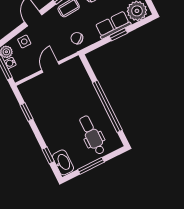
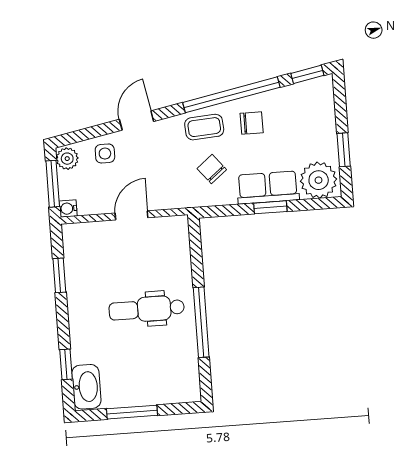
chair: (77, 38) -> (212, 169), moved
water cooler: (10, 63) -> (68, 208), moved
window: (107, 106) -> (201, 322), width x0.68
dental chair: (92, 135) -> (147, 309), moved, turned -90

